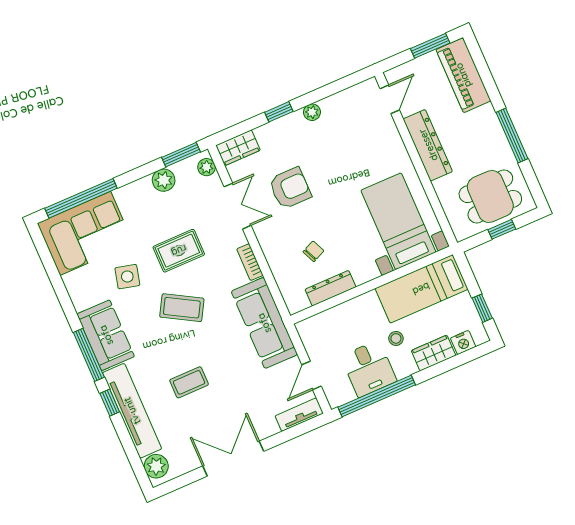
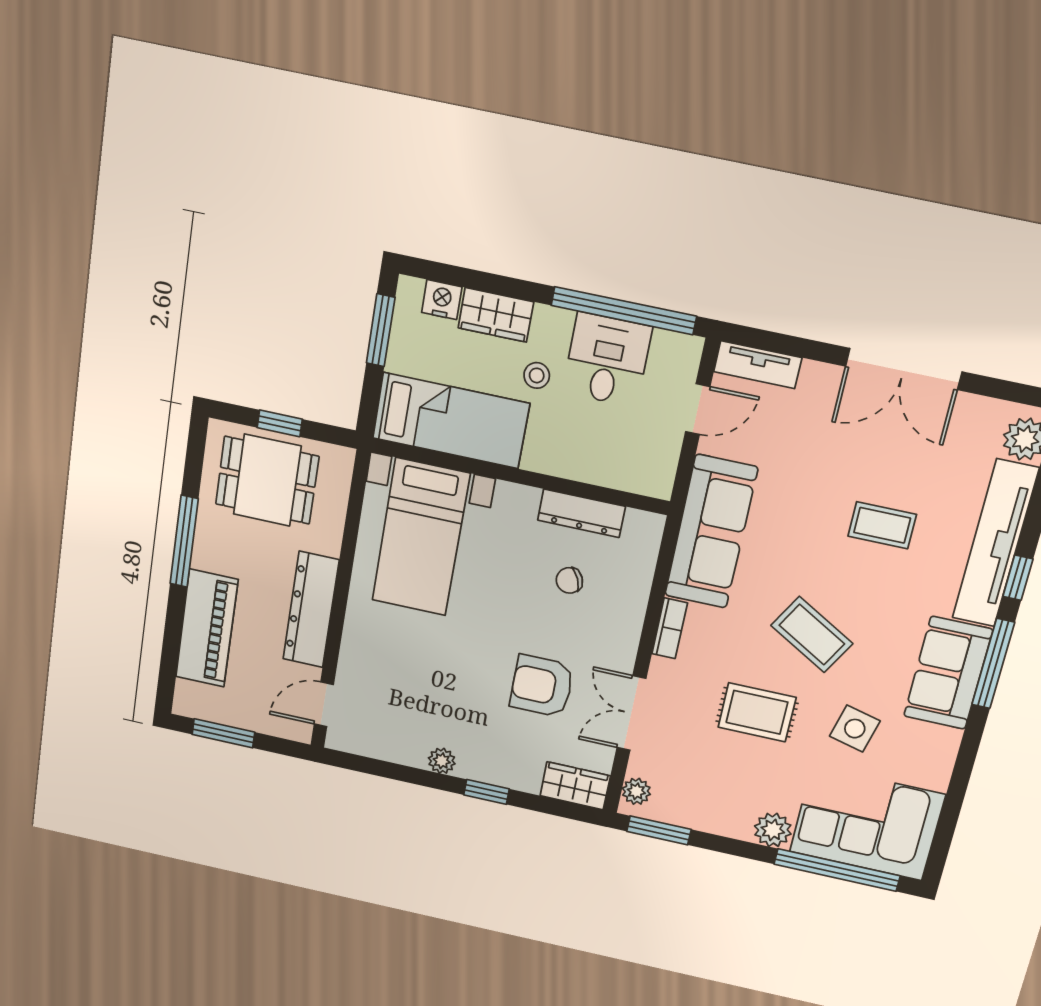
piano: (463, 75) -> (207, 628), moved
plant: (164, 180) -> (773, 830), moved
window: (482, 308) -> (381, 330), width x1.50

